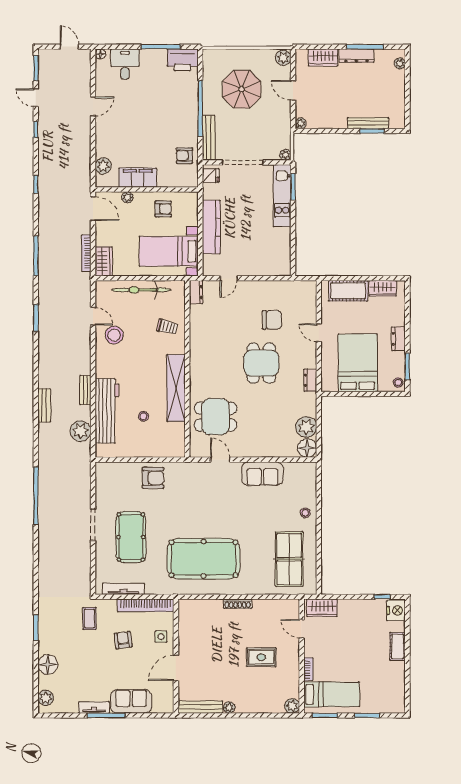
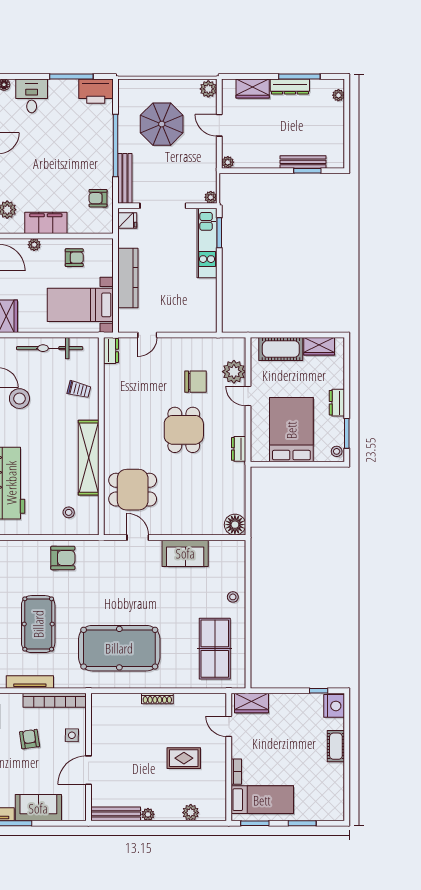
stool: (143, 416) -> (69, 512), moved
plant: (306, 427) -> (234, 372), moved
plant: (292, 706) -> (191, 813), moved

